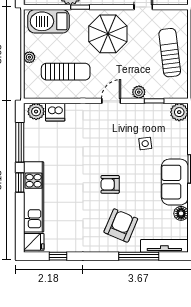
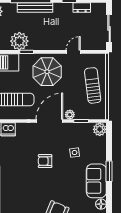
door: (111, 101) -> (49, 121), width x1.87
armchair: (110, 184) -> (45, 161), moved

